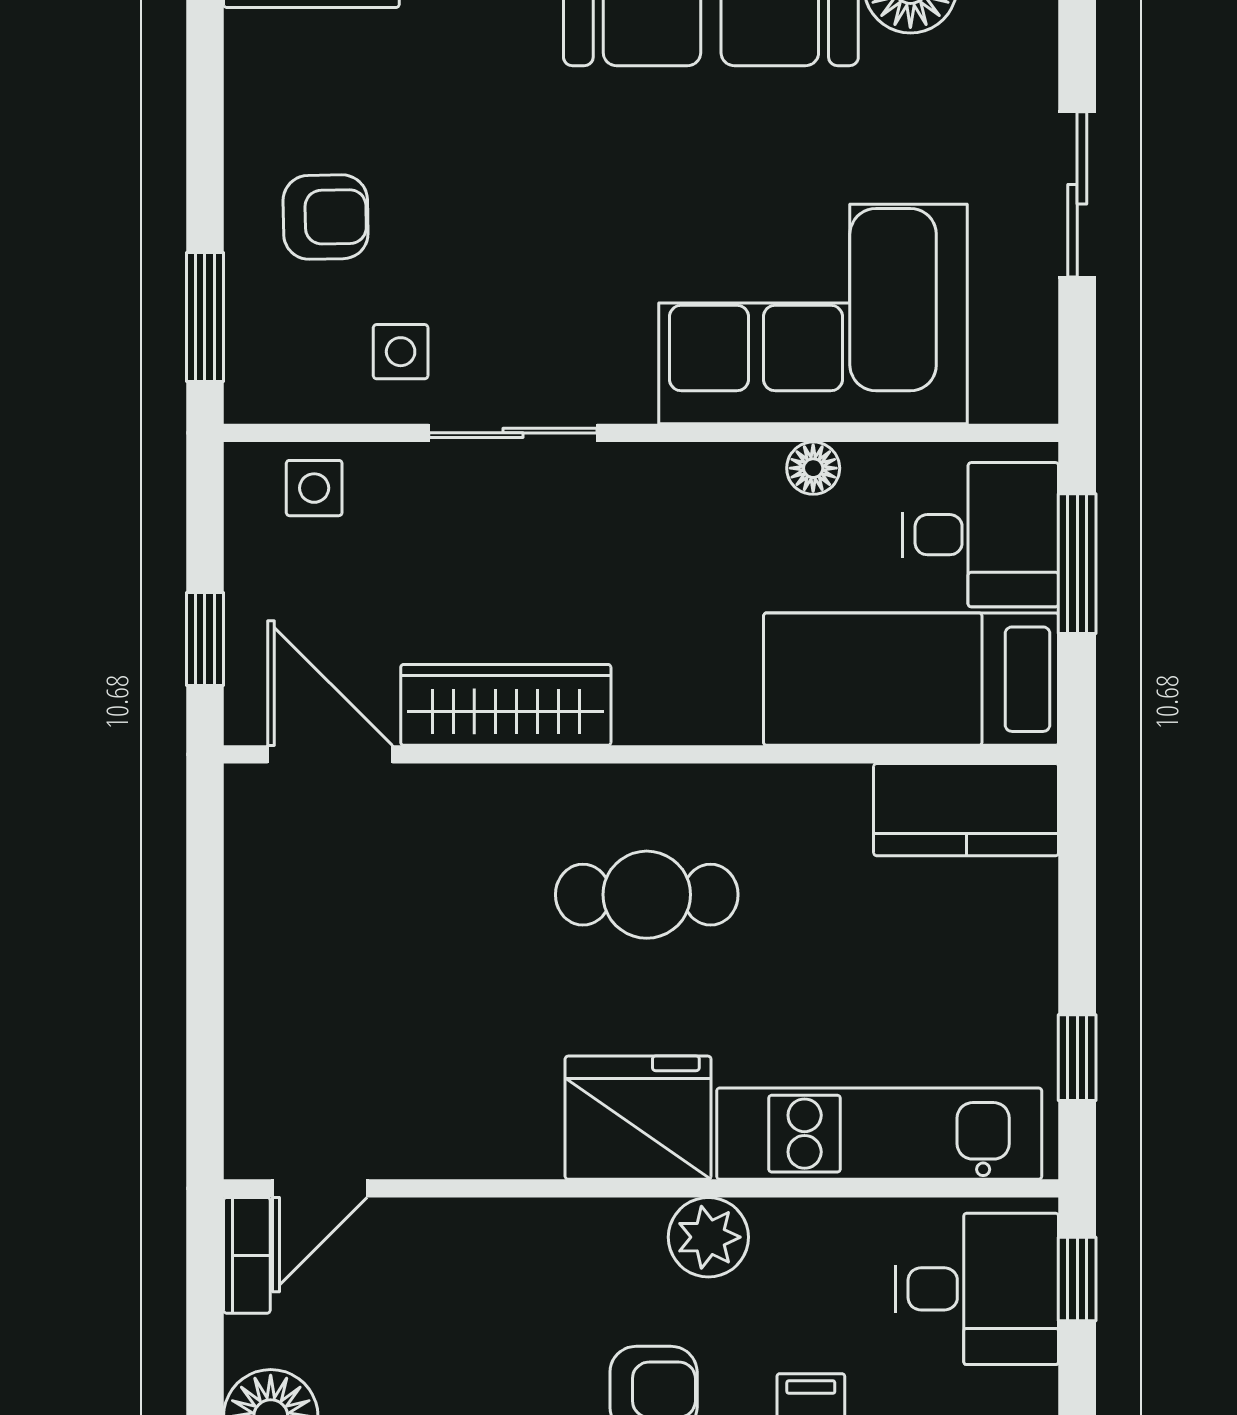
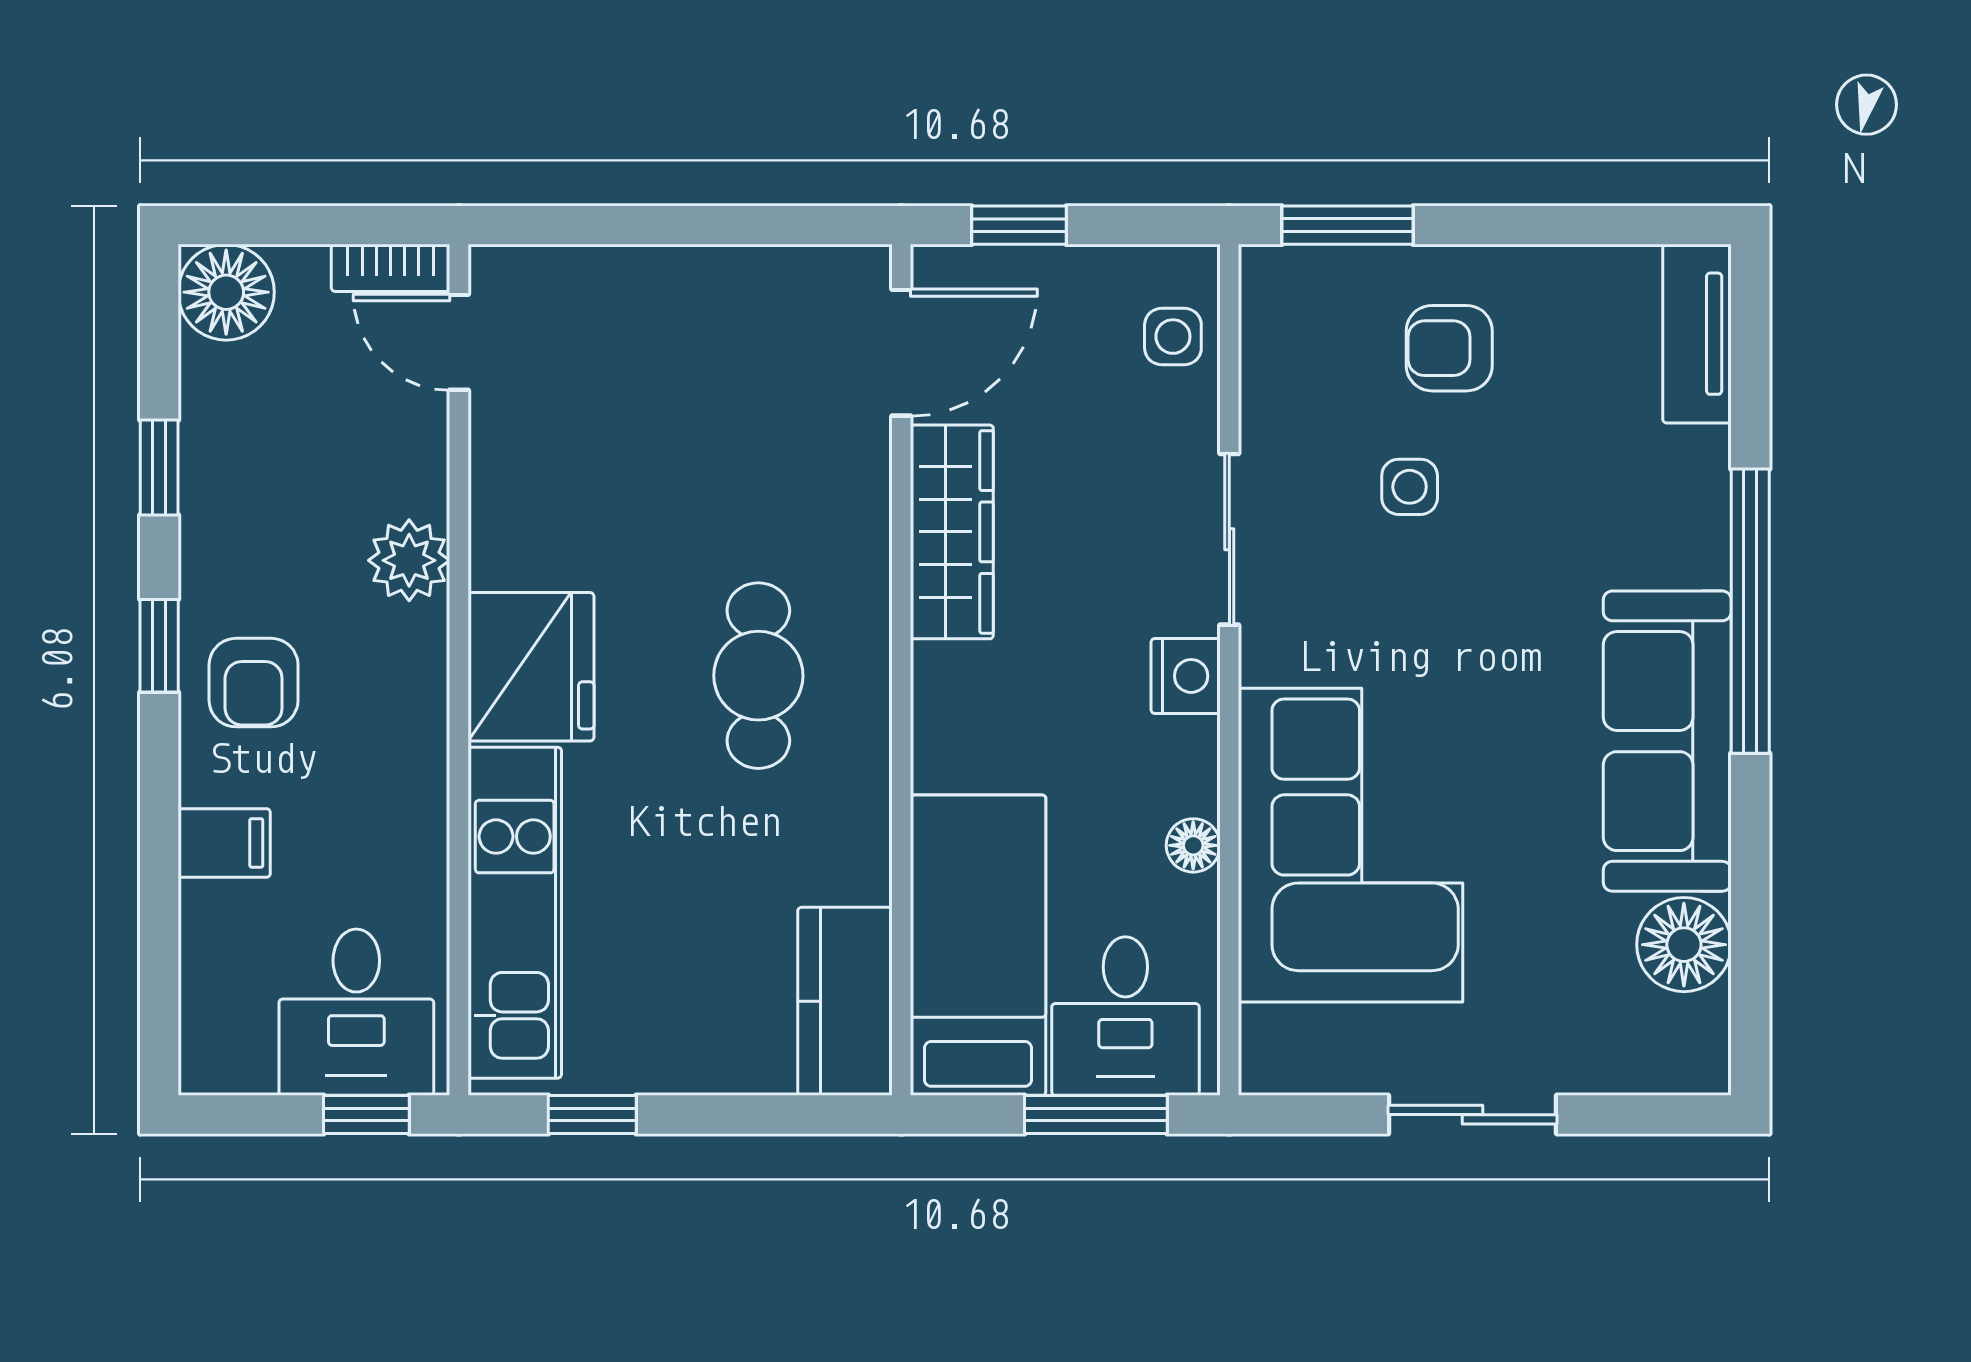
armchair: (326, 217) -> (1449, 348), turned 91
side table: (401, 352) -> (1410, 487), moved
nightstand: (647, 476) -> (1186, 676), added
plant: (708, 1237) -> (409, 560), moved

